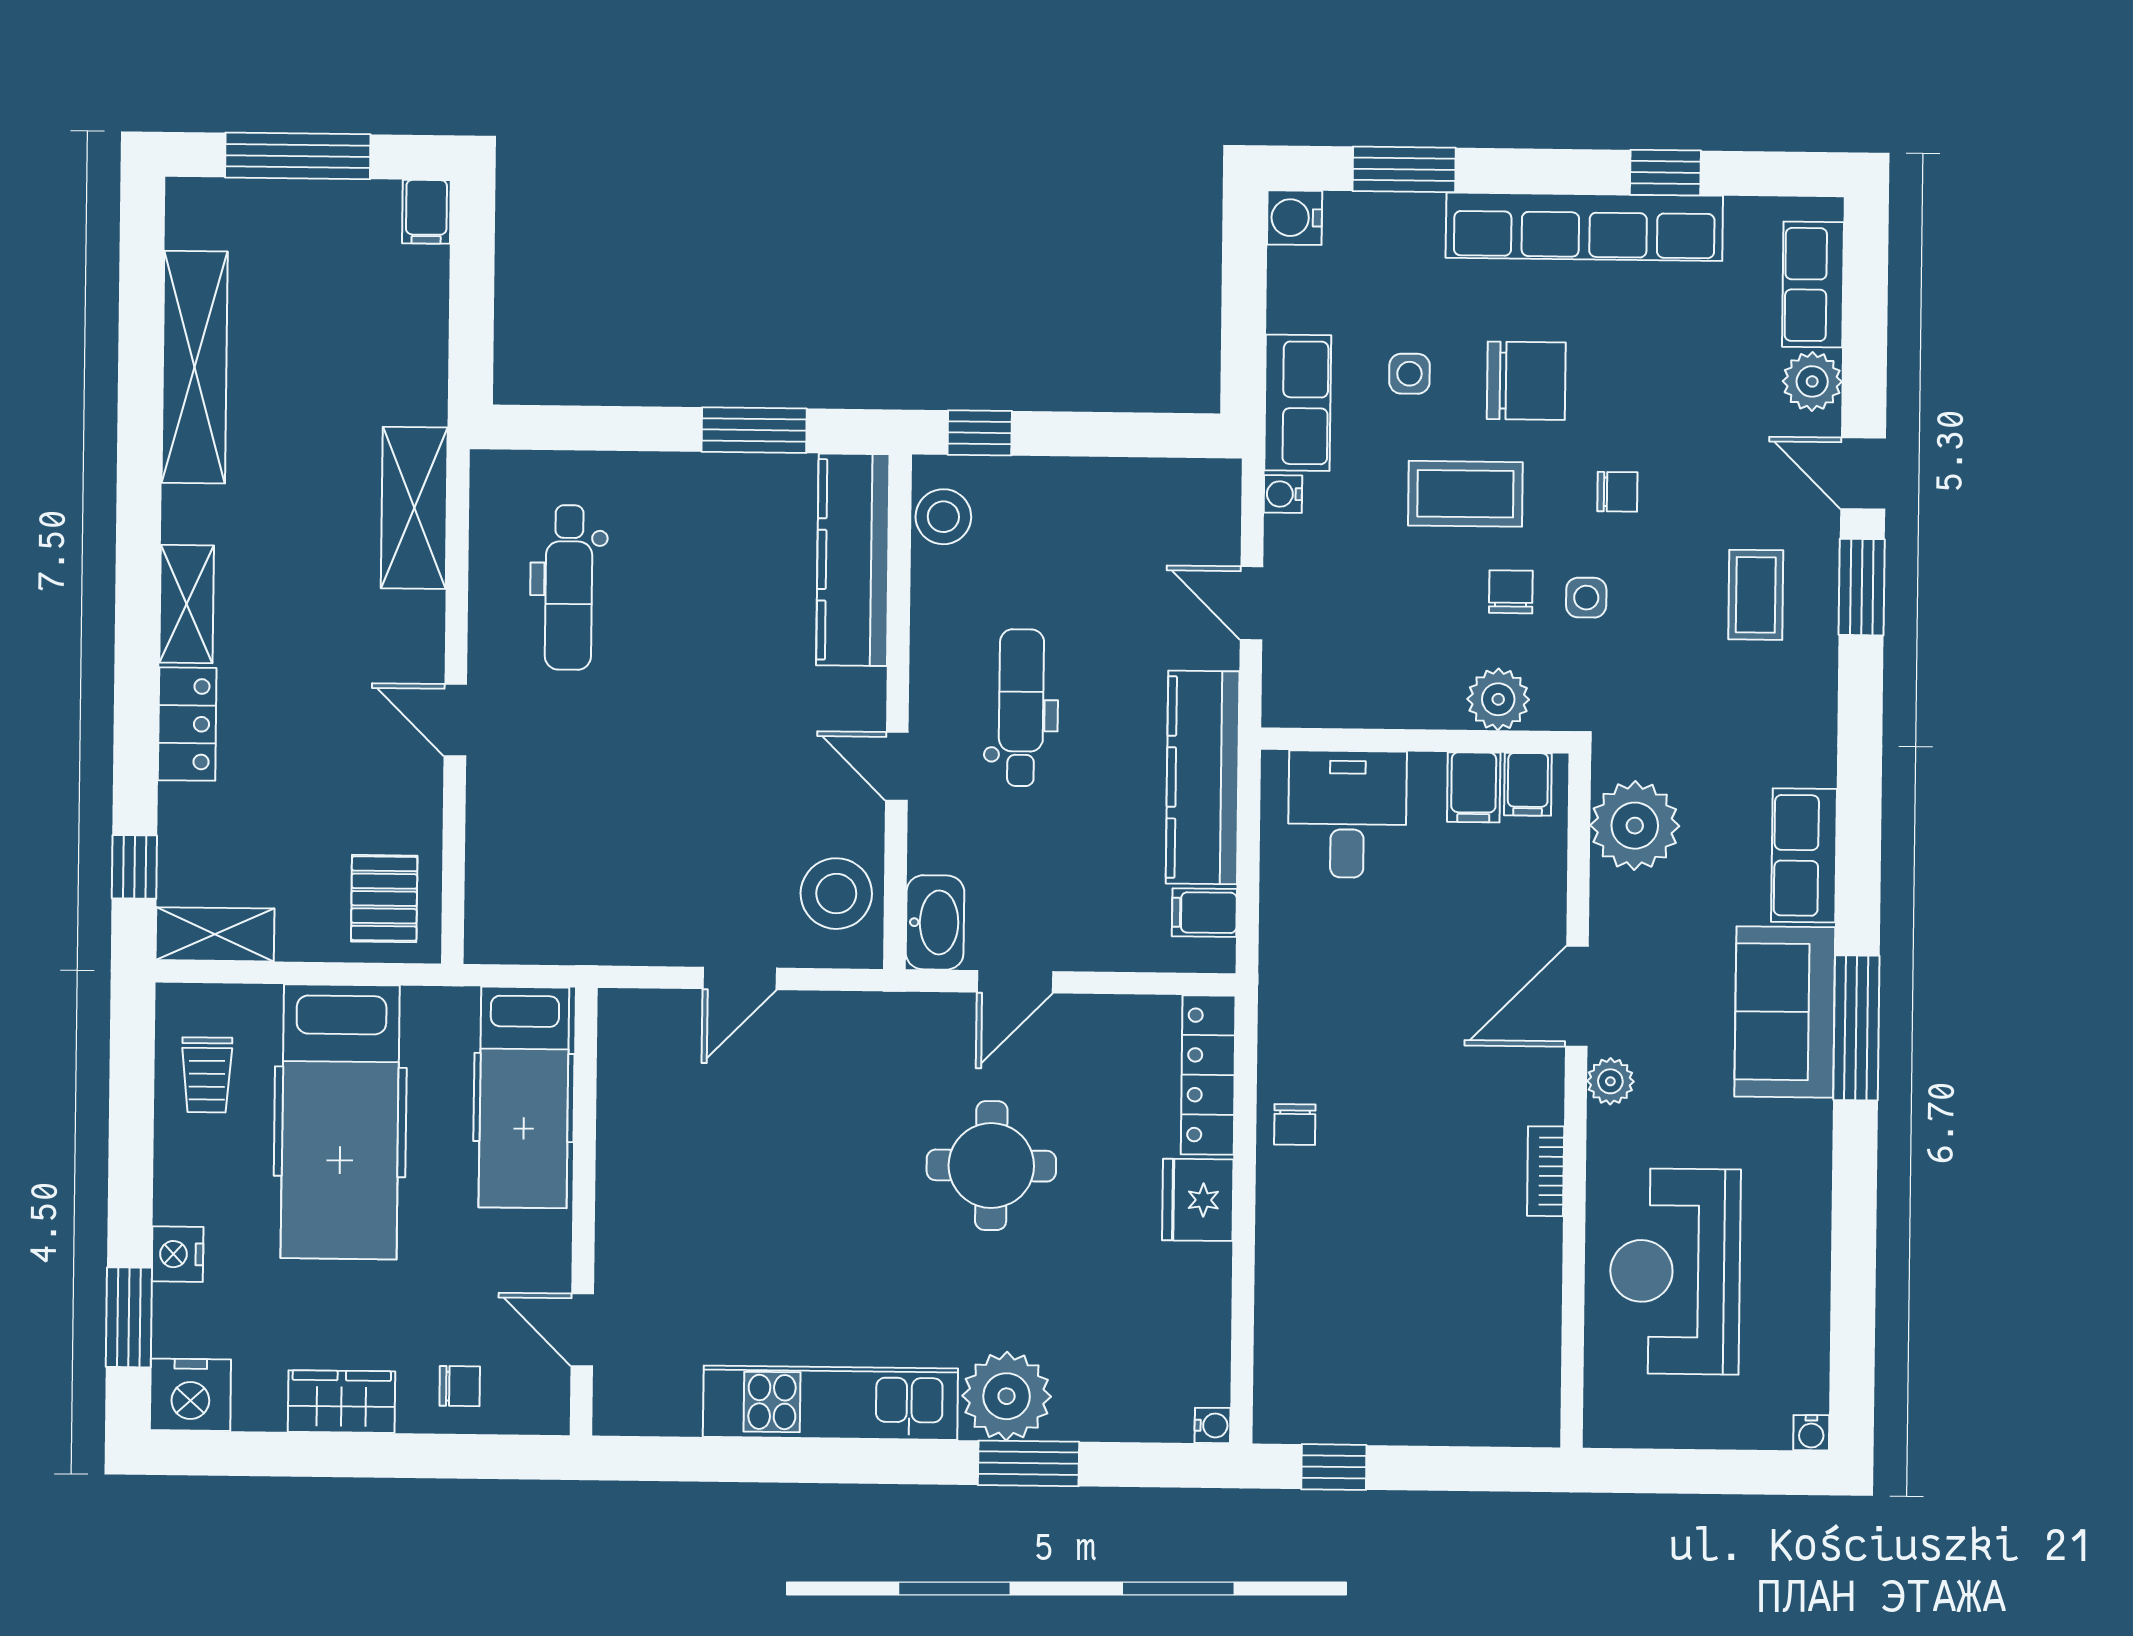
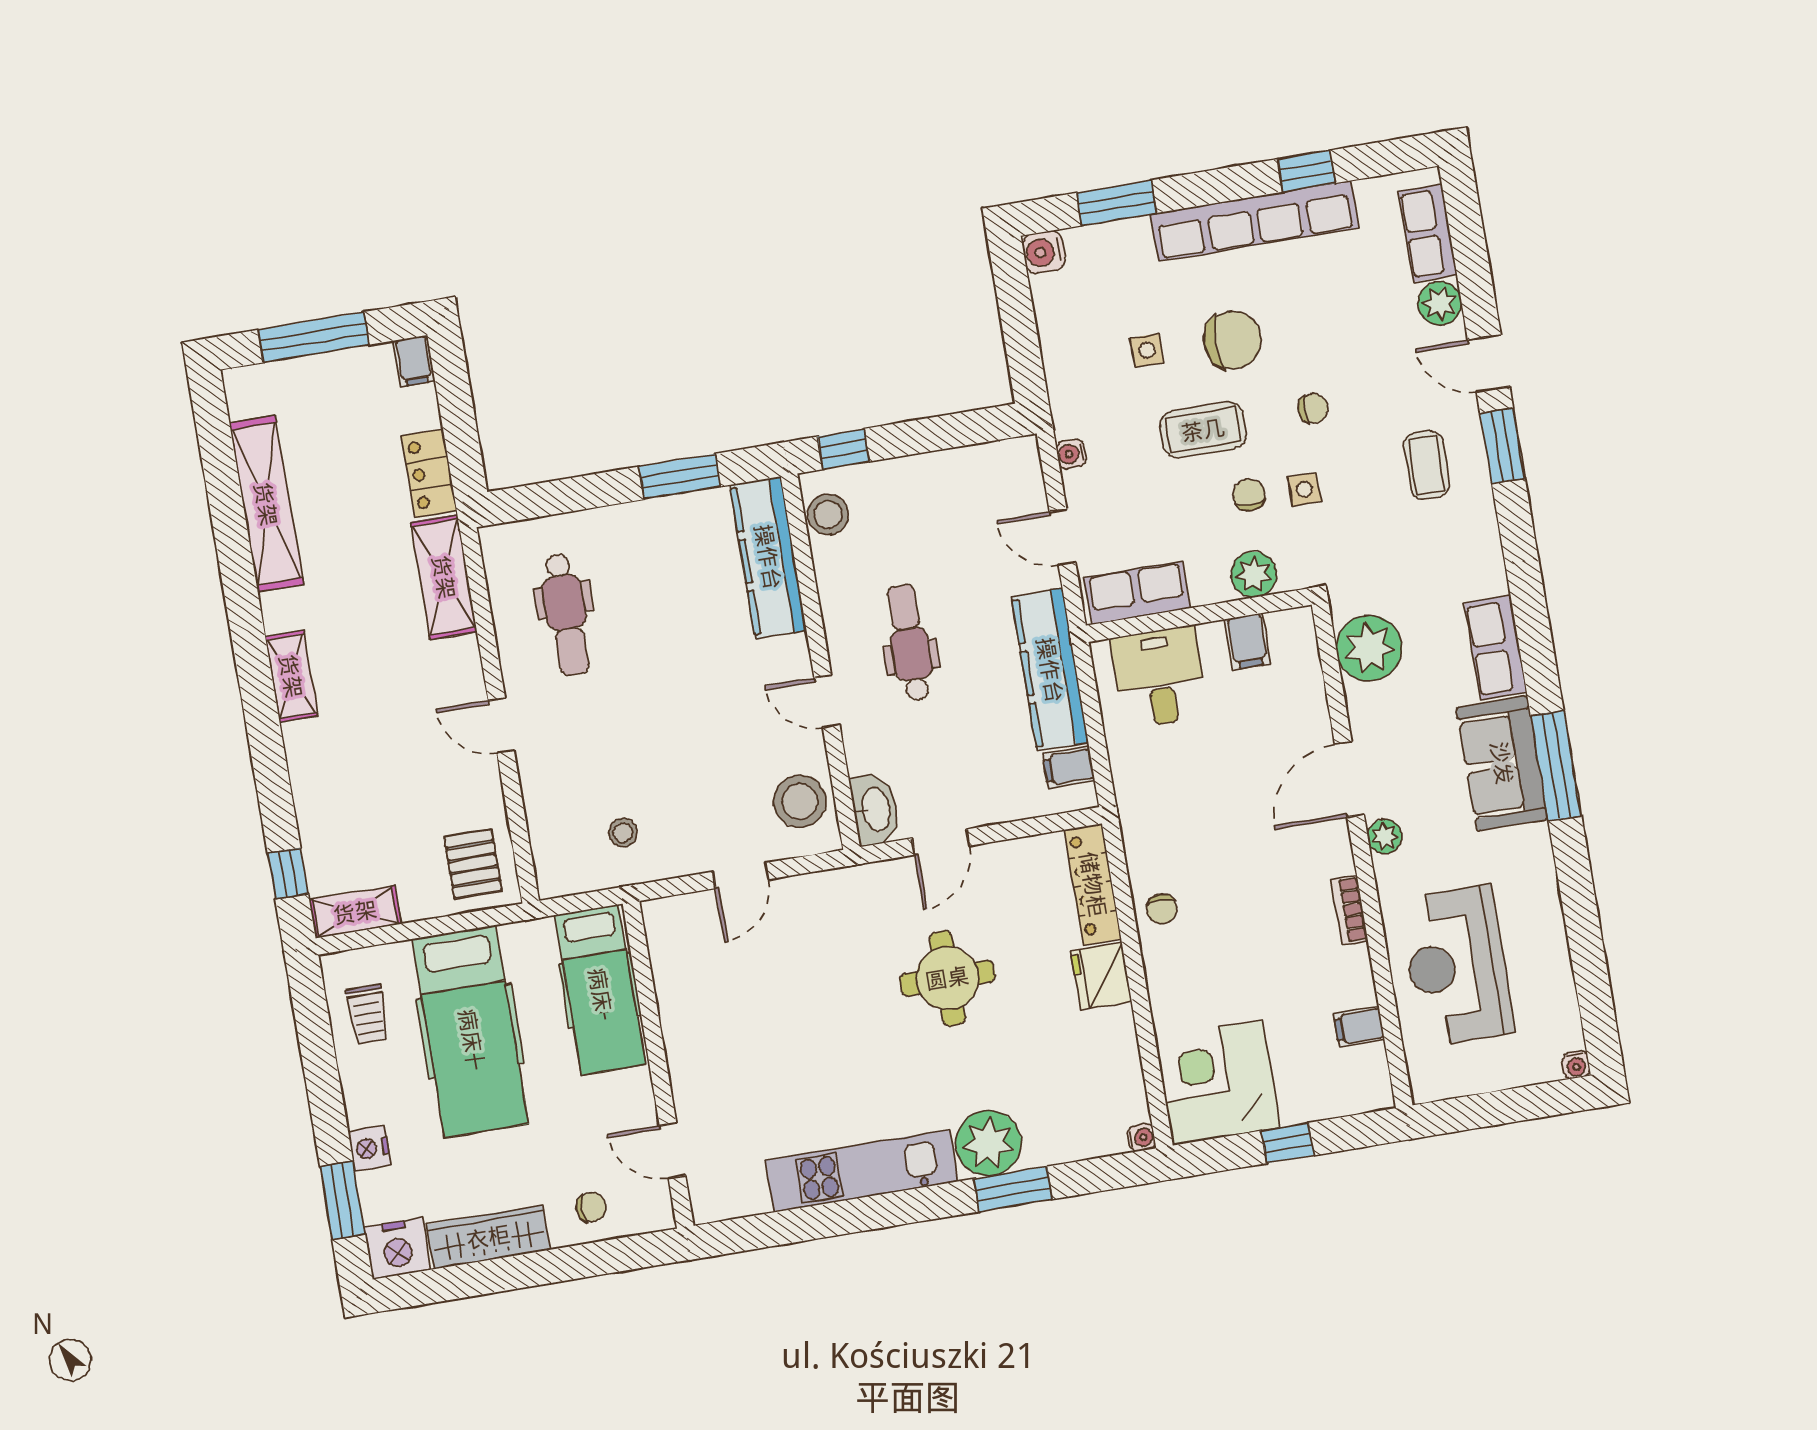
row of seats: (1298, 403) -> (1137, 593), moved, turned -90
locker: (187, 724) -> (429, 473), moved, turned 180
filing cabinet: (1528, 784) -> (1359, 1026), moved, turned 90
stool: (592, 893) -> (623, 833), added
corner desk: (1328, 1370) -> (1218, 1083), added
wardrobe: (341, 1402) -> (488, 1237), width x1.50
window: (1334, 1467) -> (1288, 1143), moved

